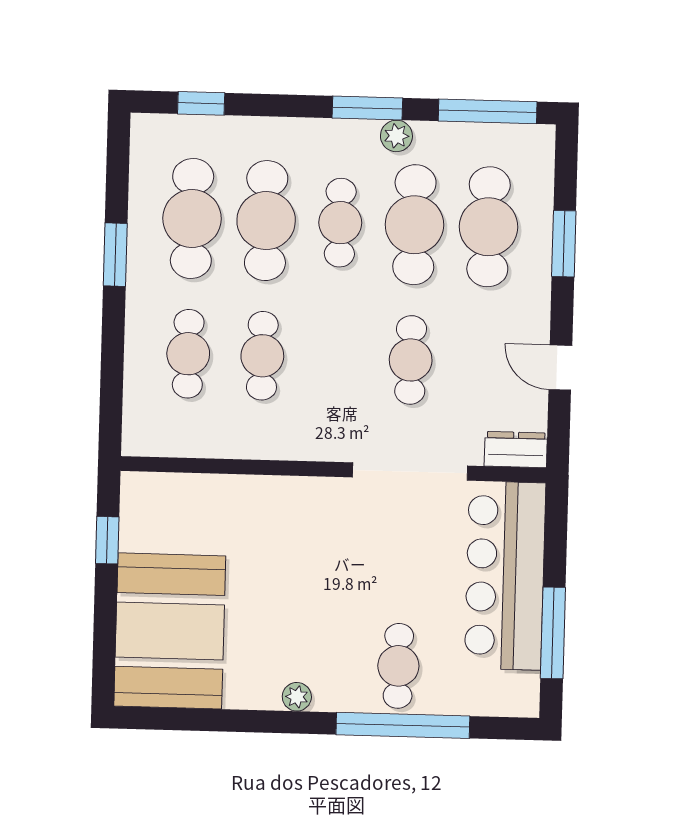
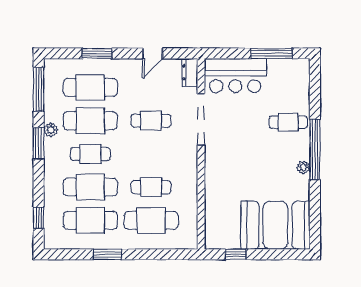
cafe table: (188, 354) -> (151, 220), width x1.37, depth x1.35
bar counter: (505, 576) -> (235, 76), width x0.73
window: (403, 725) -> (315, 150), moved

